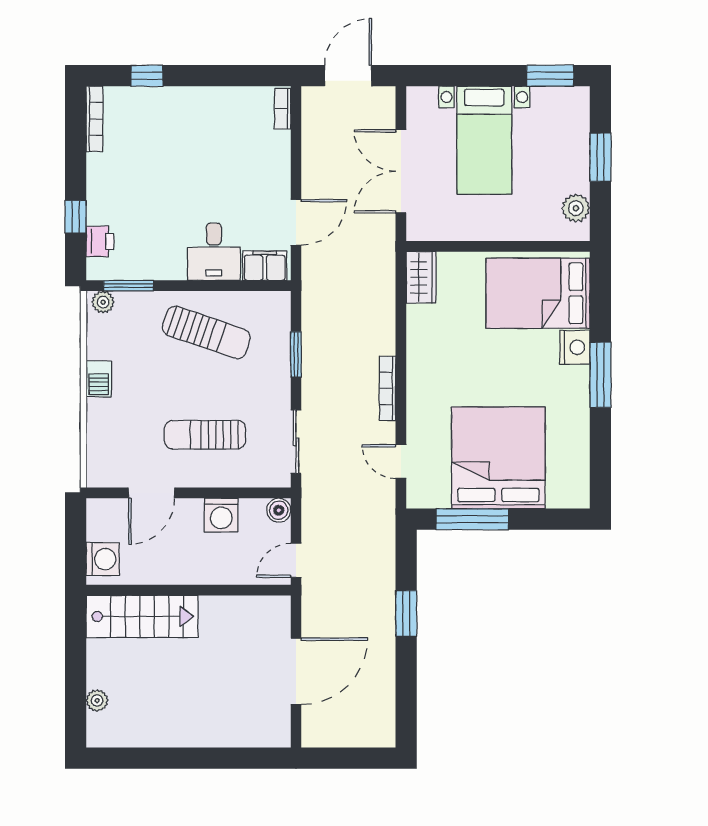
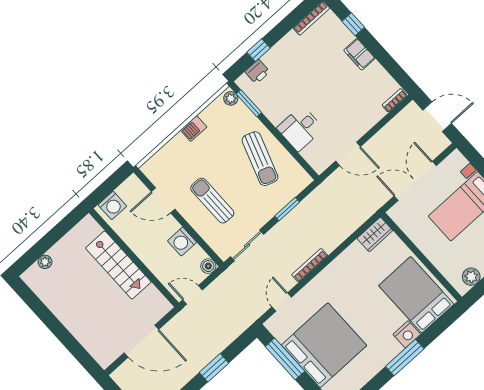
filing cabinet: (265, 266) -> (359, 54), moved, turned 180
stairs: (142, 616) -> (118, 265), moved

